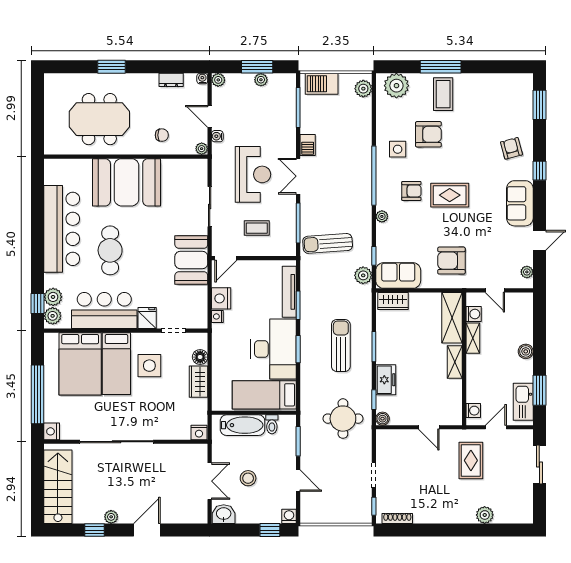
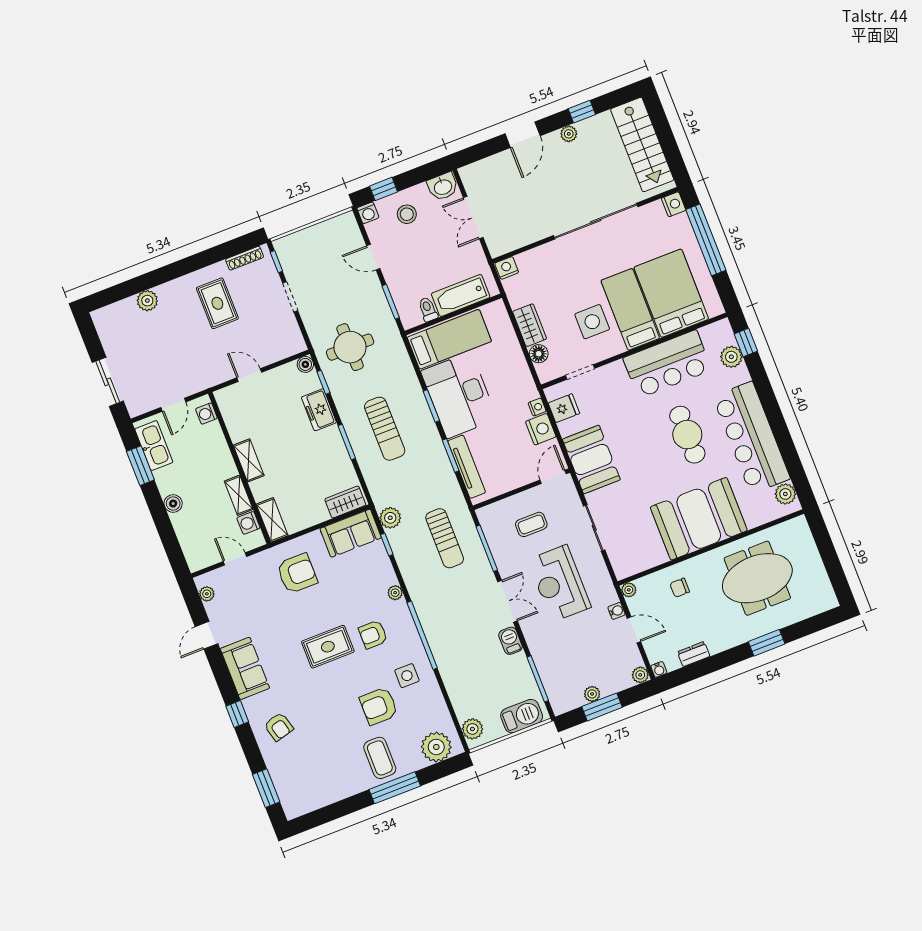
sun lounger: (328, 243) -> (445, 538), turned 94
plant: (53, 316) -> (785, 494), moved
fridge: (147, 318) -> (564, 408), moved, turned -90
shelving: (452, 318) -> (272, 520), width x0.67, depth x0.75
rug: (471, 460) -> (217, 303), moved
stool: (248, 478) -> (407, 214), moved

